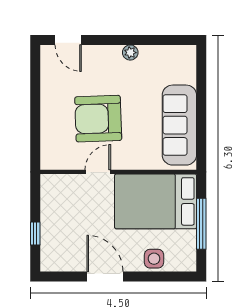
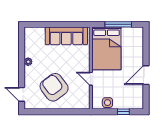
door: (68, 40) -> (22, 94), swing flipped
armchair: (98, 119) -> (54, 87), moved, turned 145
side table: (154, 259) -> (107, 103), moved

